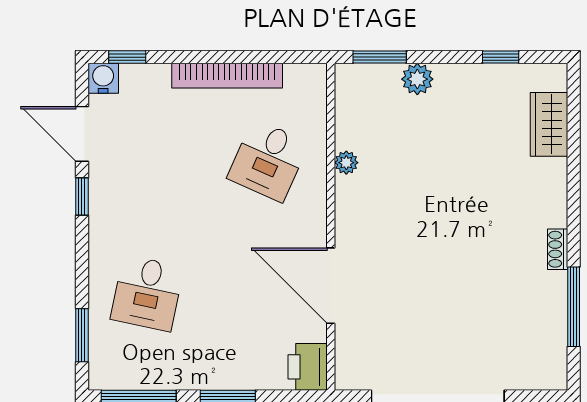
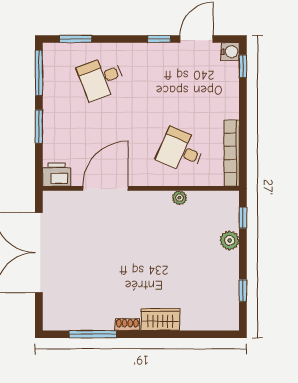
window: (380, 57) -> (243, 218), width x0.67
bookcase: (227, 76) -> (232, 153), moved
wardrobe: (549, 124) -> (160, 319), moved
desk: (147, 293) -> (101, 78), turned -33

